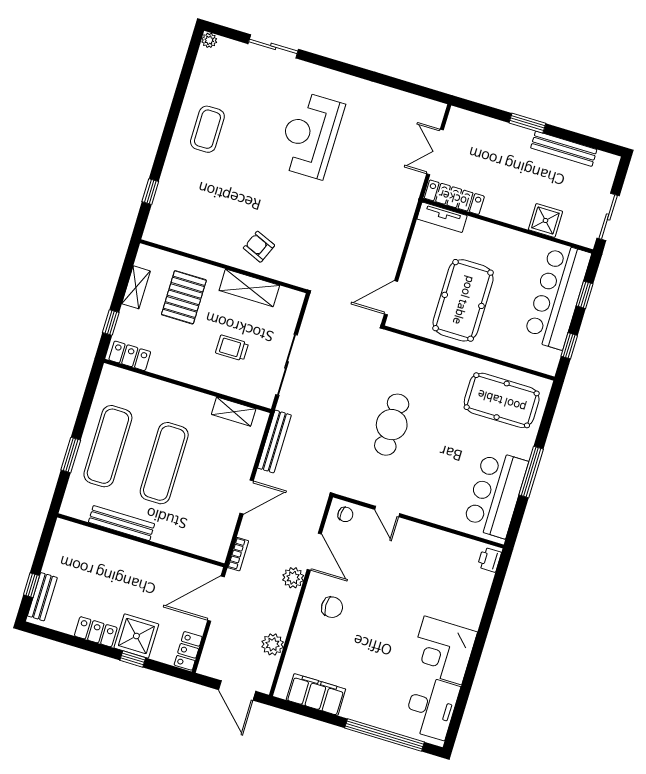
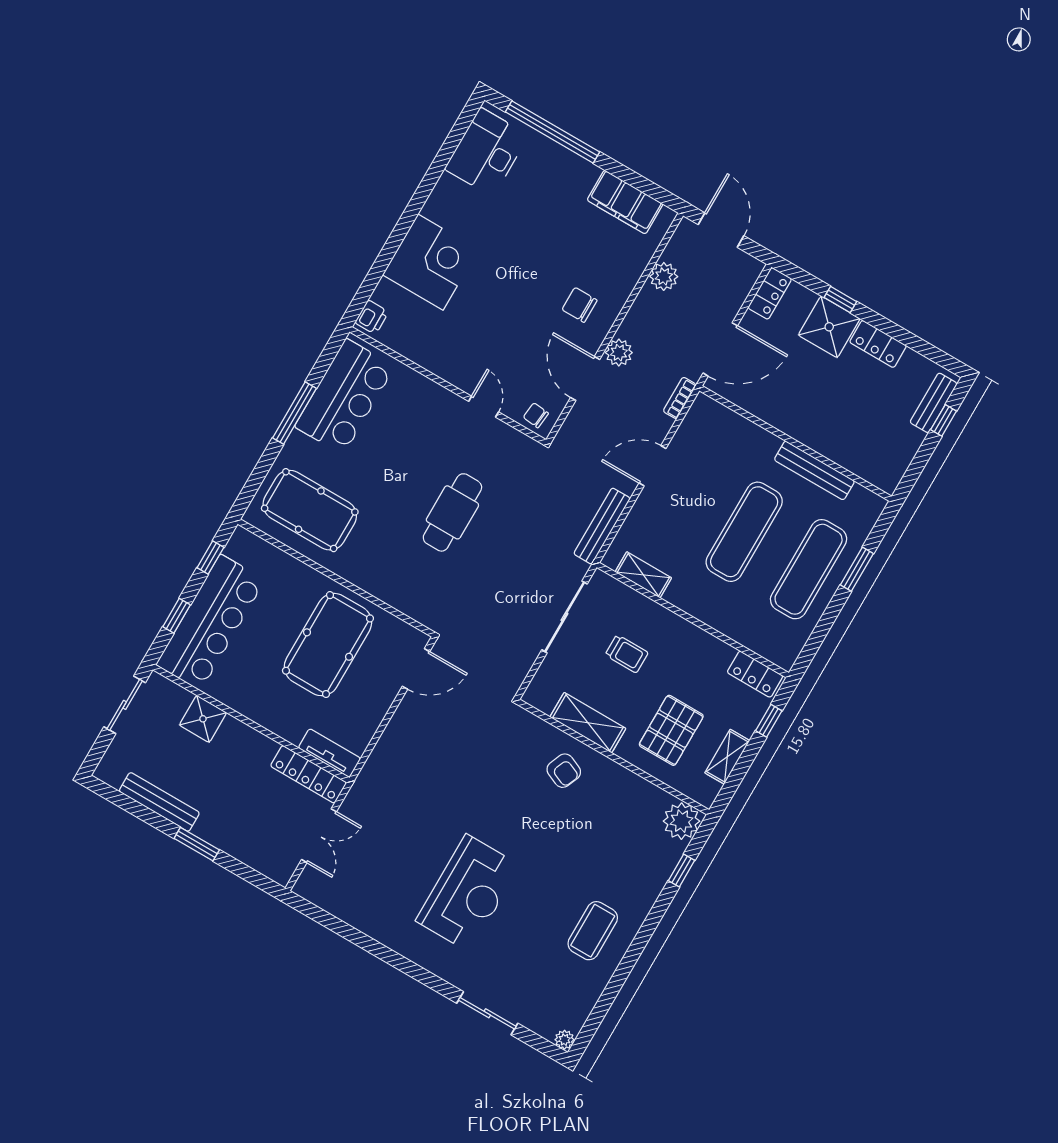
plant: (159, 230) -> (681, 821), added
corner desk: (443, 650) -> (431, 262), moved

